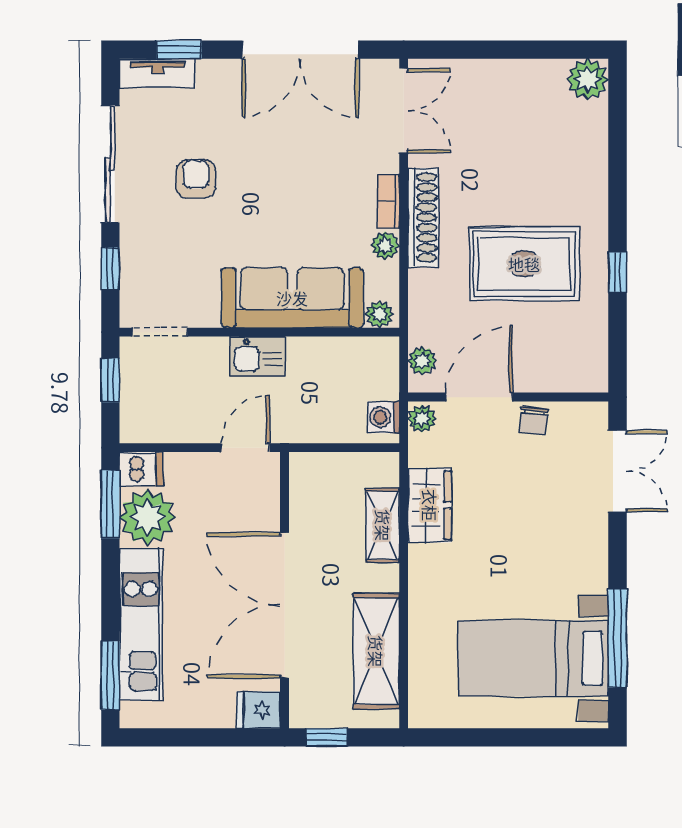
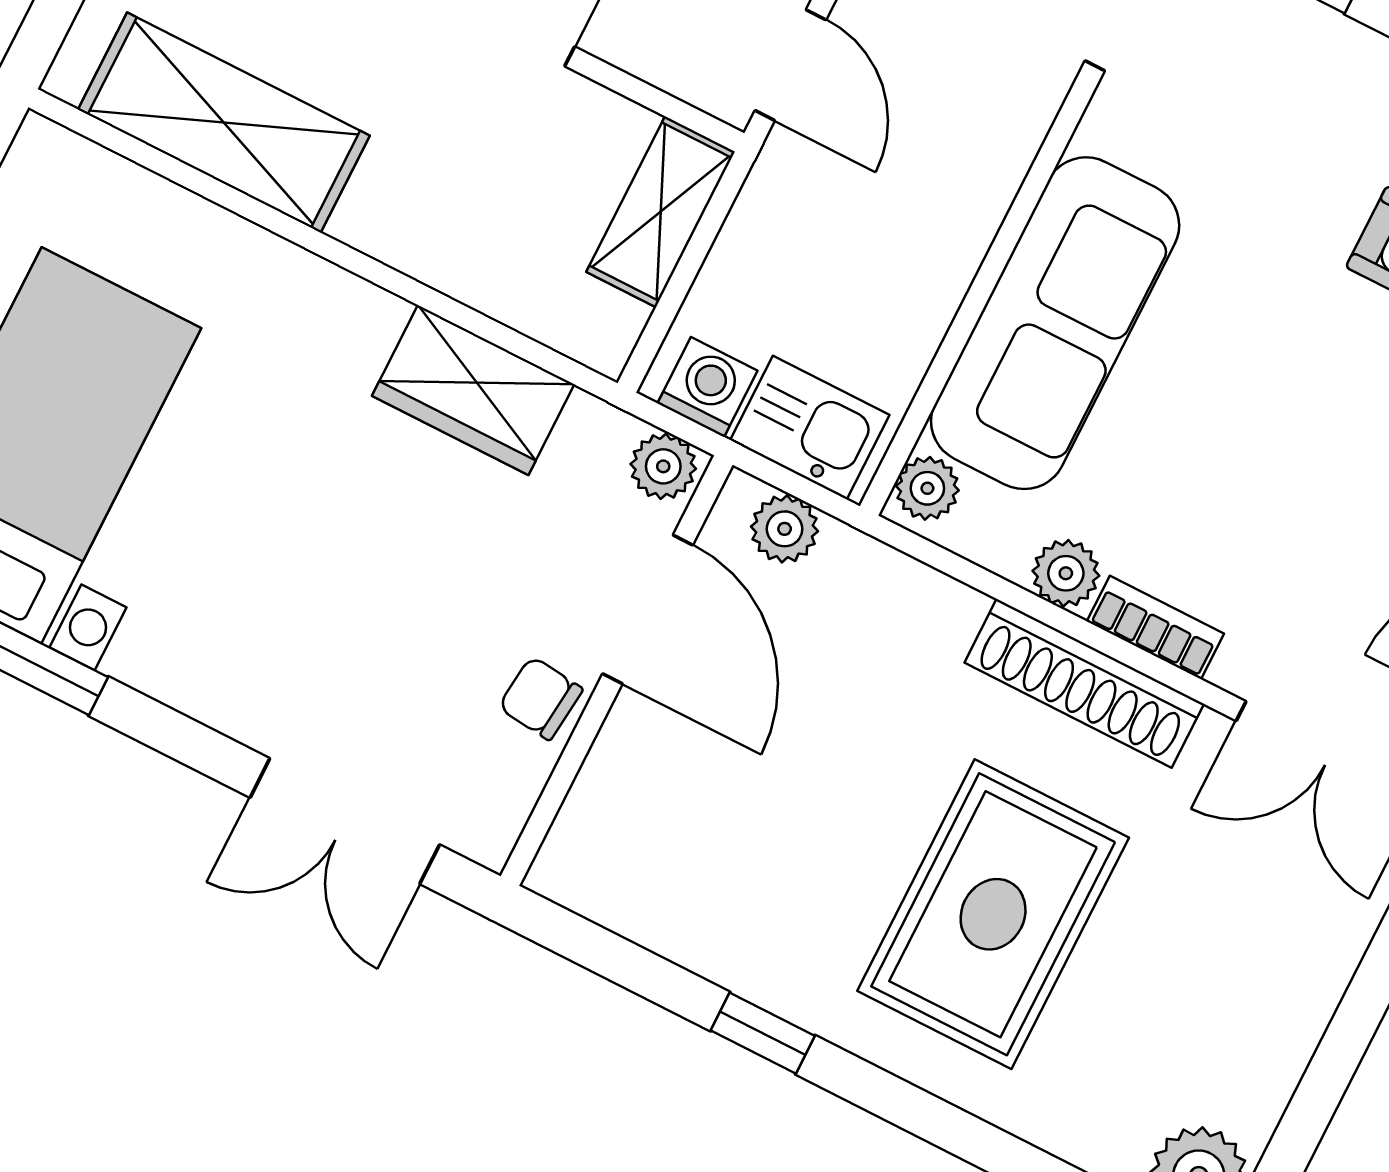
rug: (524, 264) -> (993, 914), moved
kitchen sink: (258, 357) -> (810, 428), moved, turned 90
shelving: (383, 525) -> (661, 212), moved, turned 90

